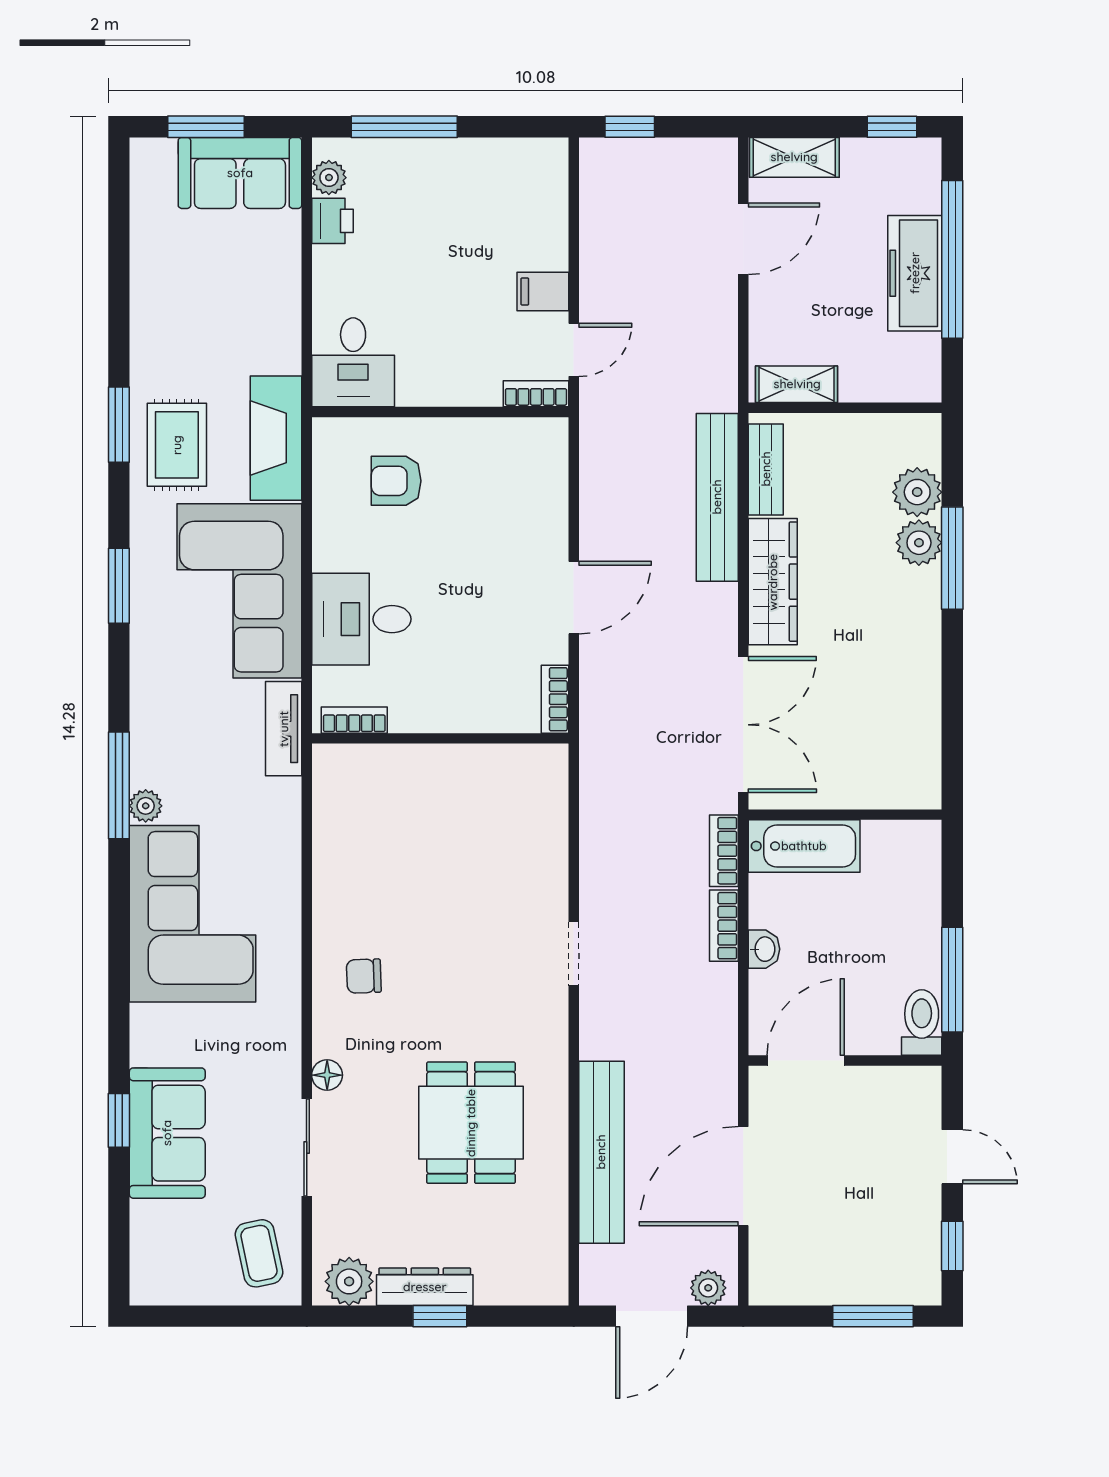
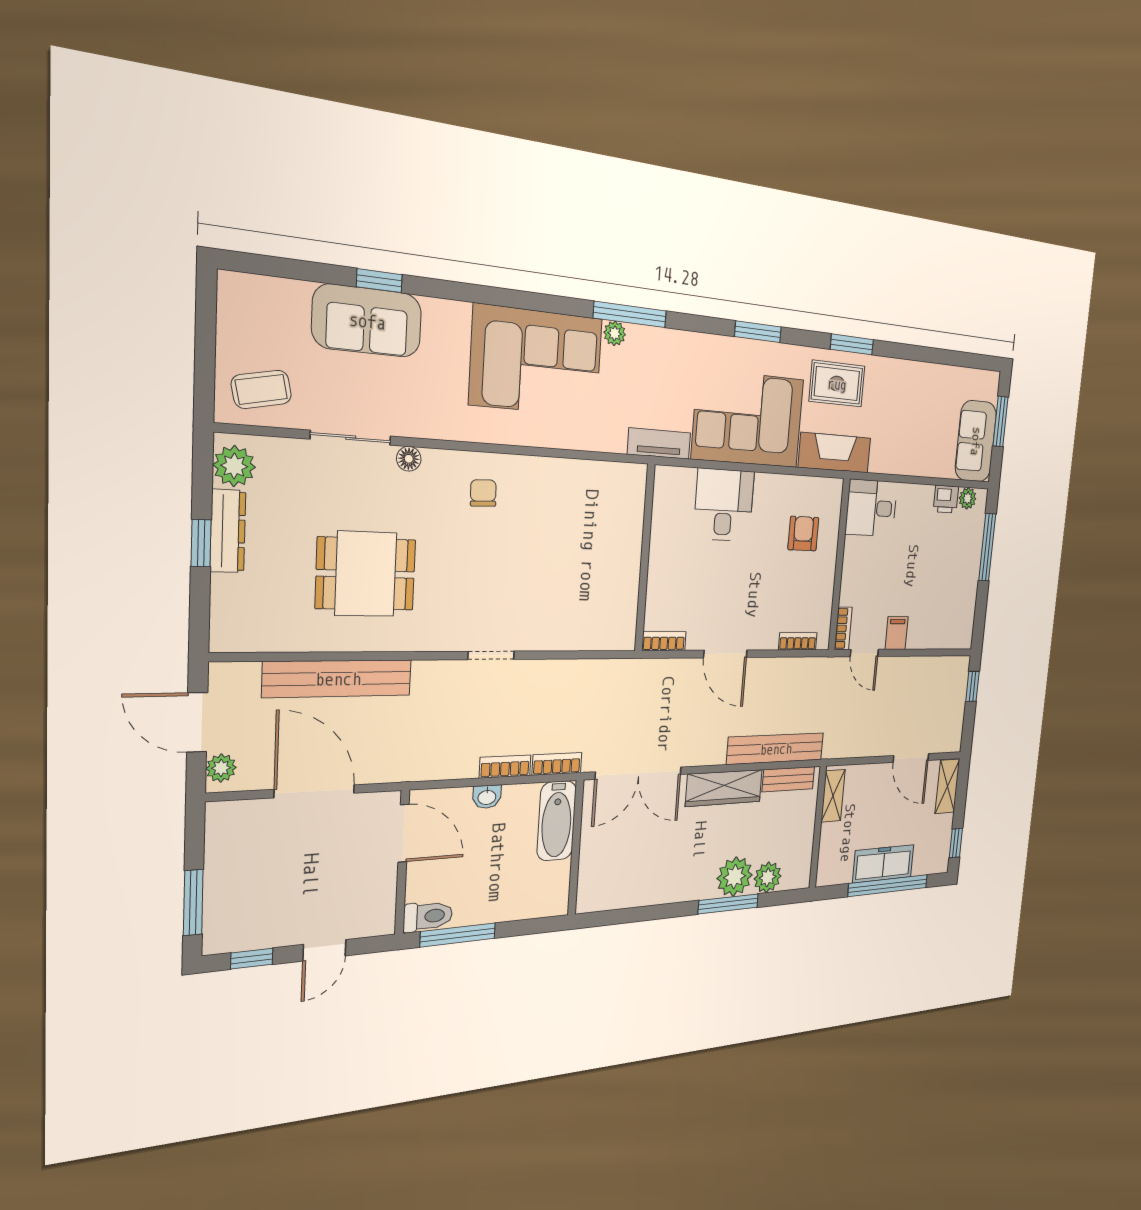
plant: (919, 543) -> (735, 877), width x1.36, depth x1.36
bookcase: (354, 720) -> (798, 641), moved, turned -90

